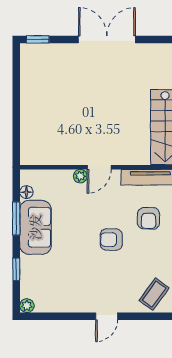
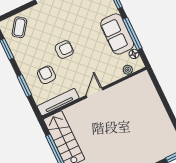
plant: (80, 176) -> (128, 70), moved
window: (16, 218) -> (132, 34), width x1.44

